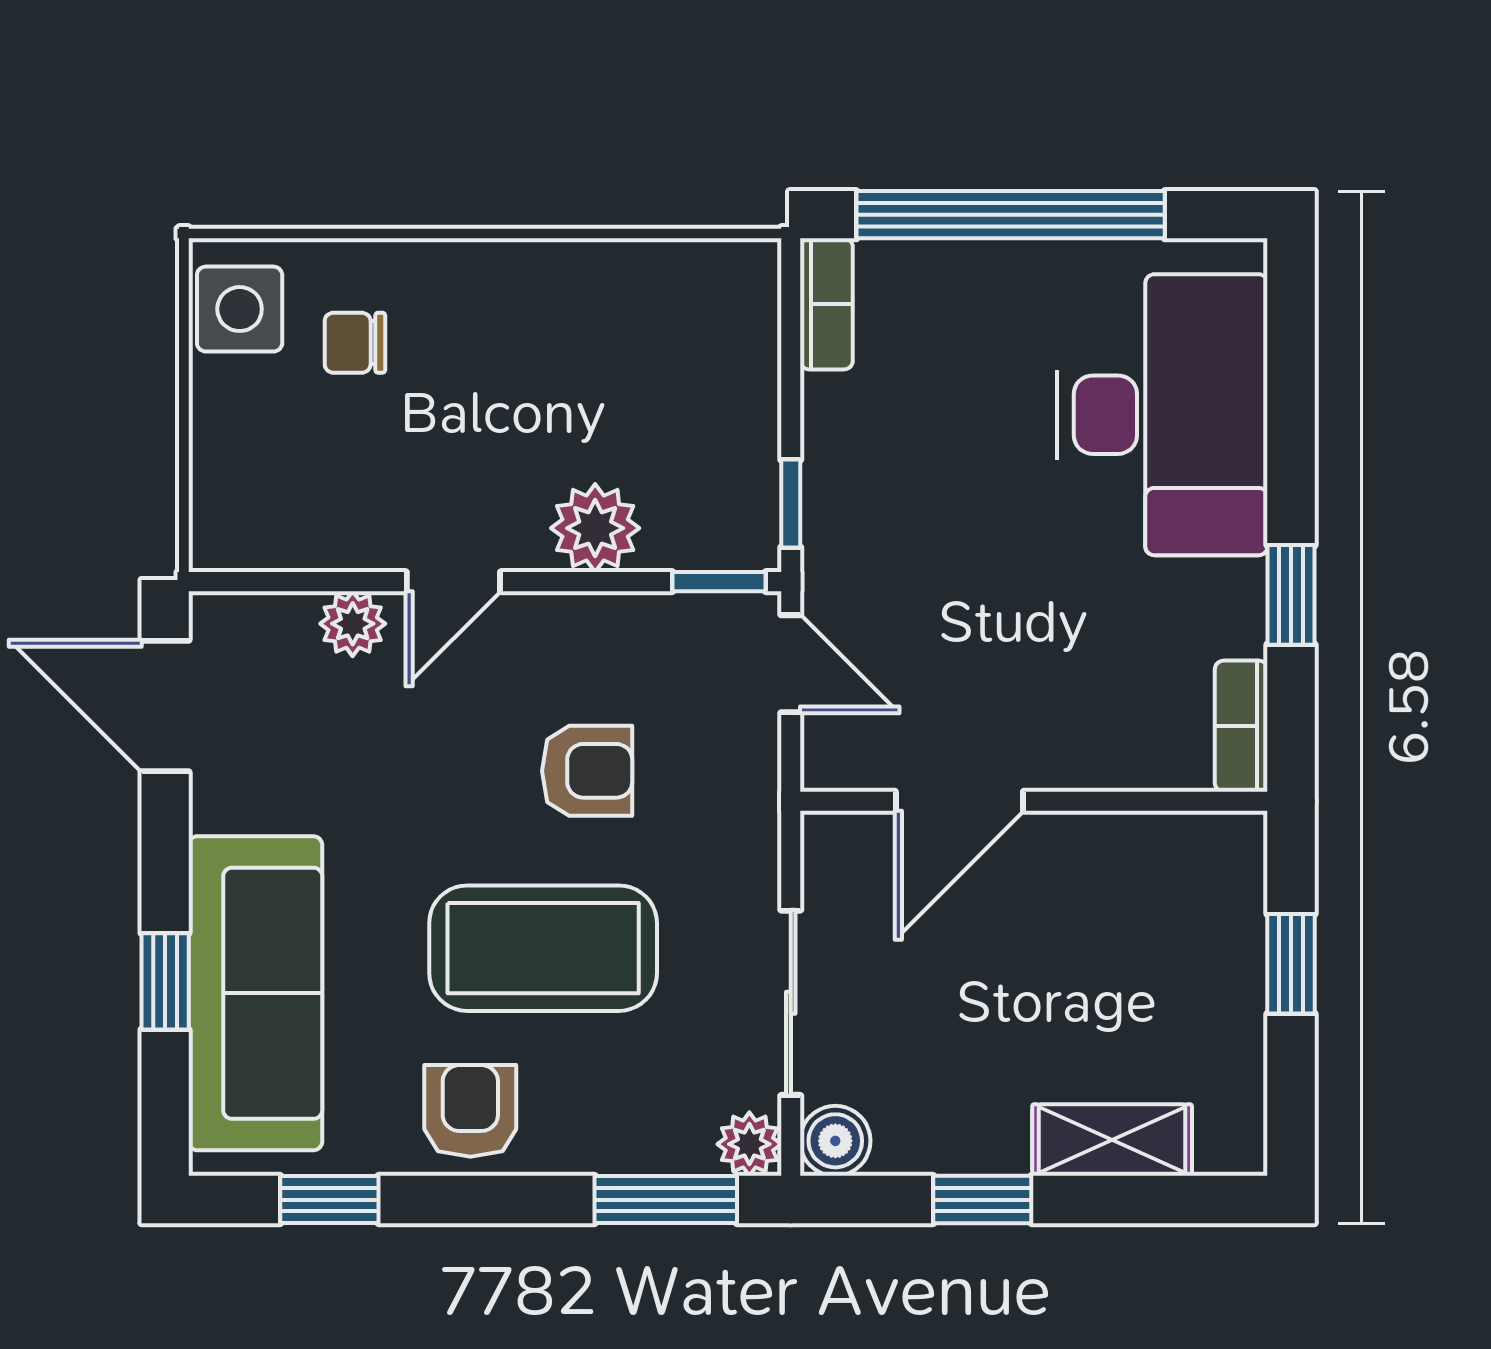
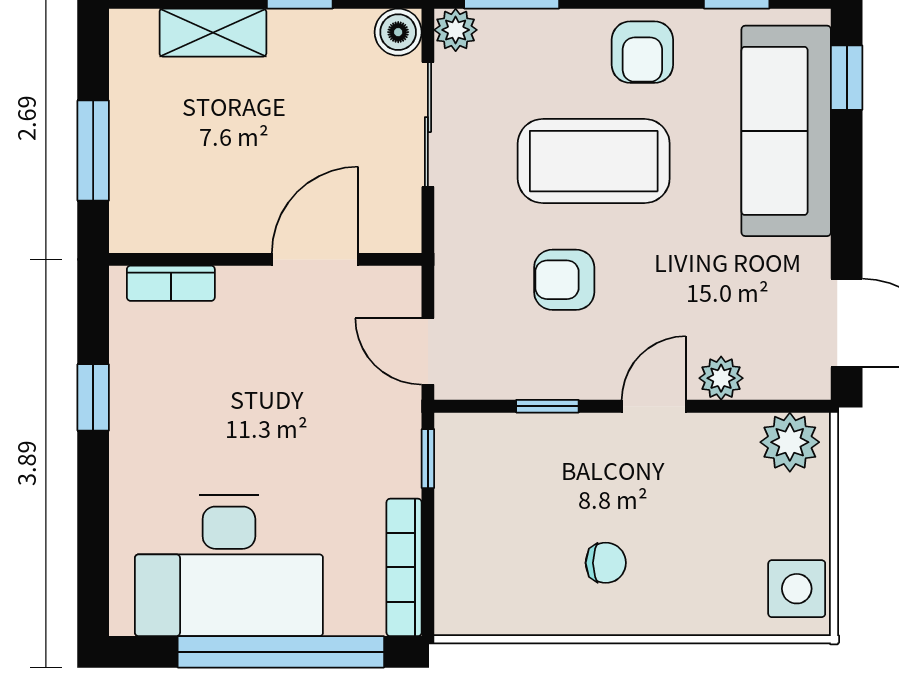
bookcase: (826, 304) -> (404, 567), width x1.56
chair: (355, 343) -> (606, 563), moved
desk: (1162, 415) -> (229, 566), moved, turned -90
plant: (595, 528) -> (790, 442), moved
window: (719, 582) -> (547, 406), moved
bookcase: (1241, 726) -> (171, 283), moved, turned 90
window: (1291, 964) -> (93, 151), width x1.50
window: (165, 981) -> (847, 78), moved

